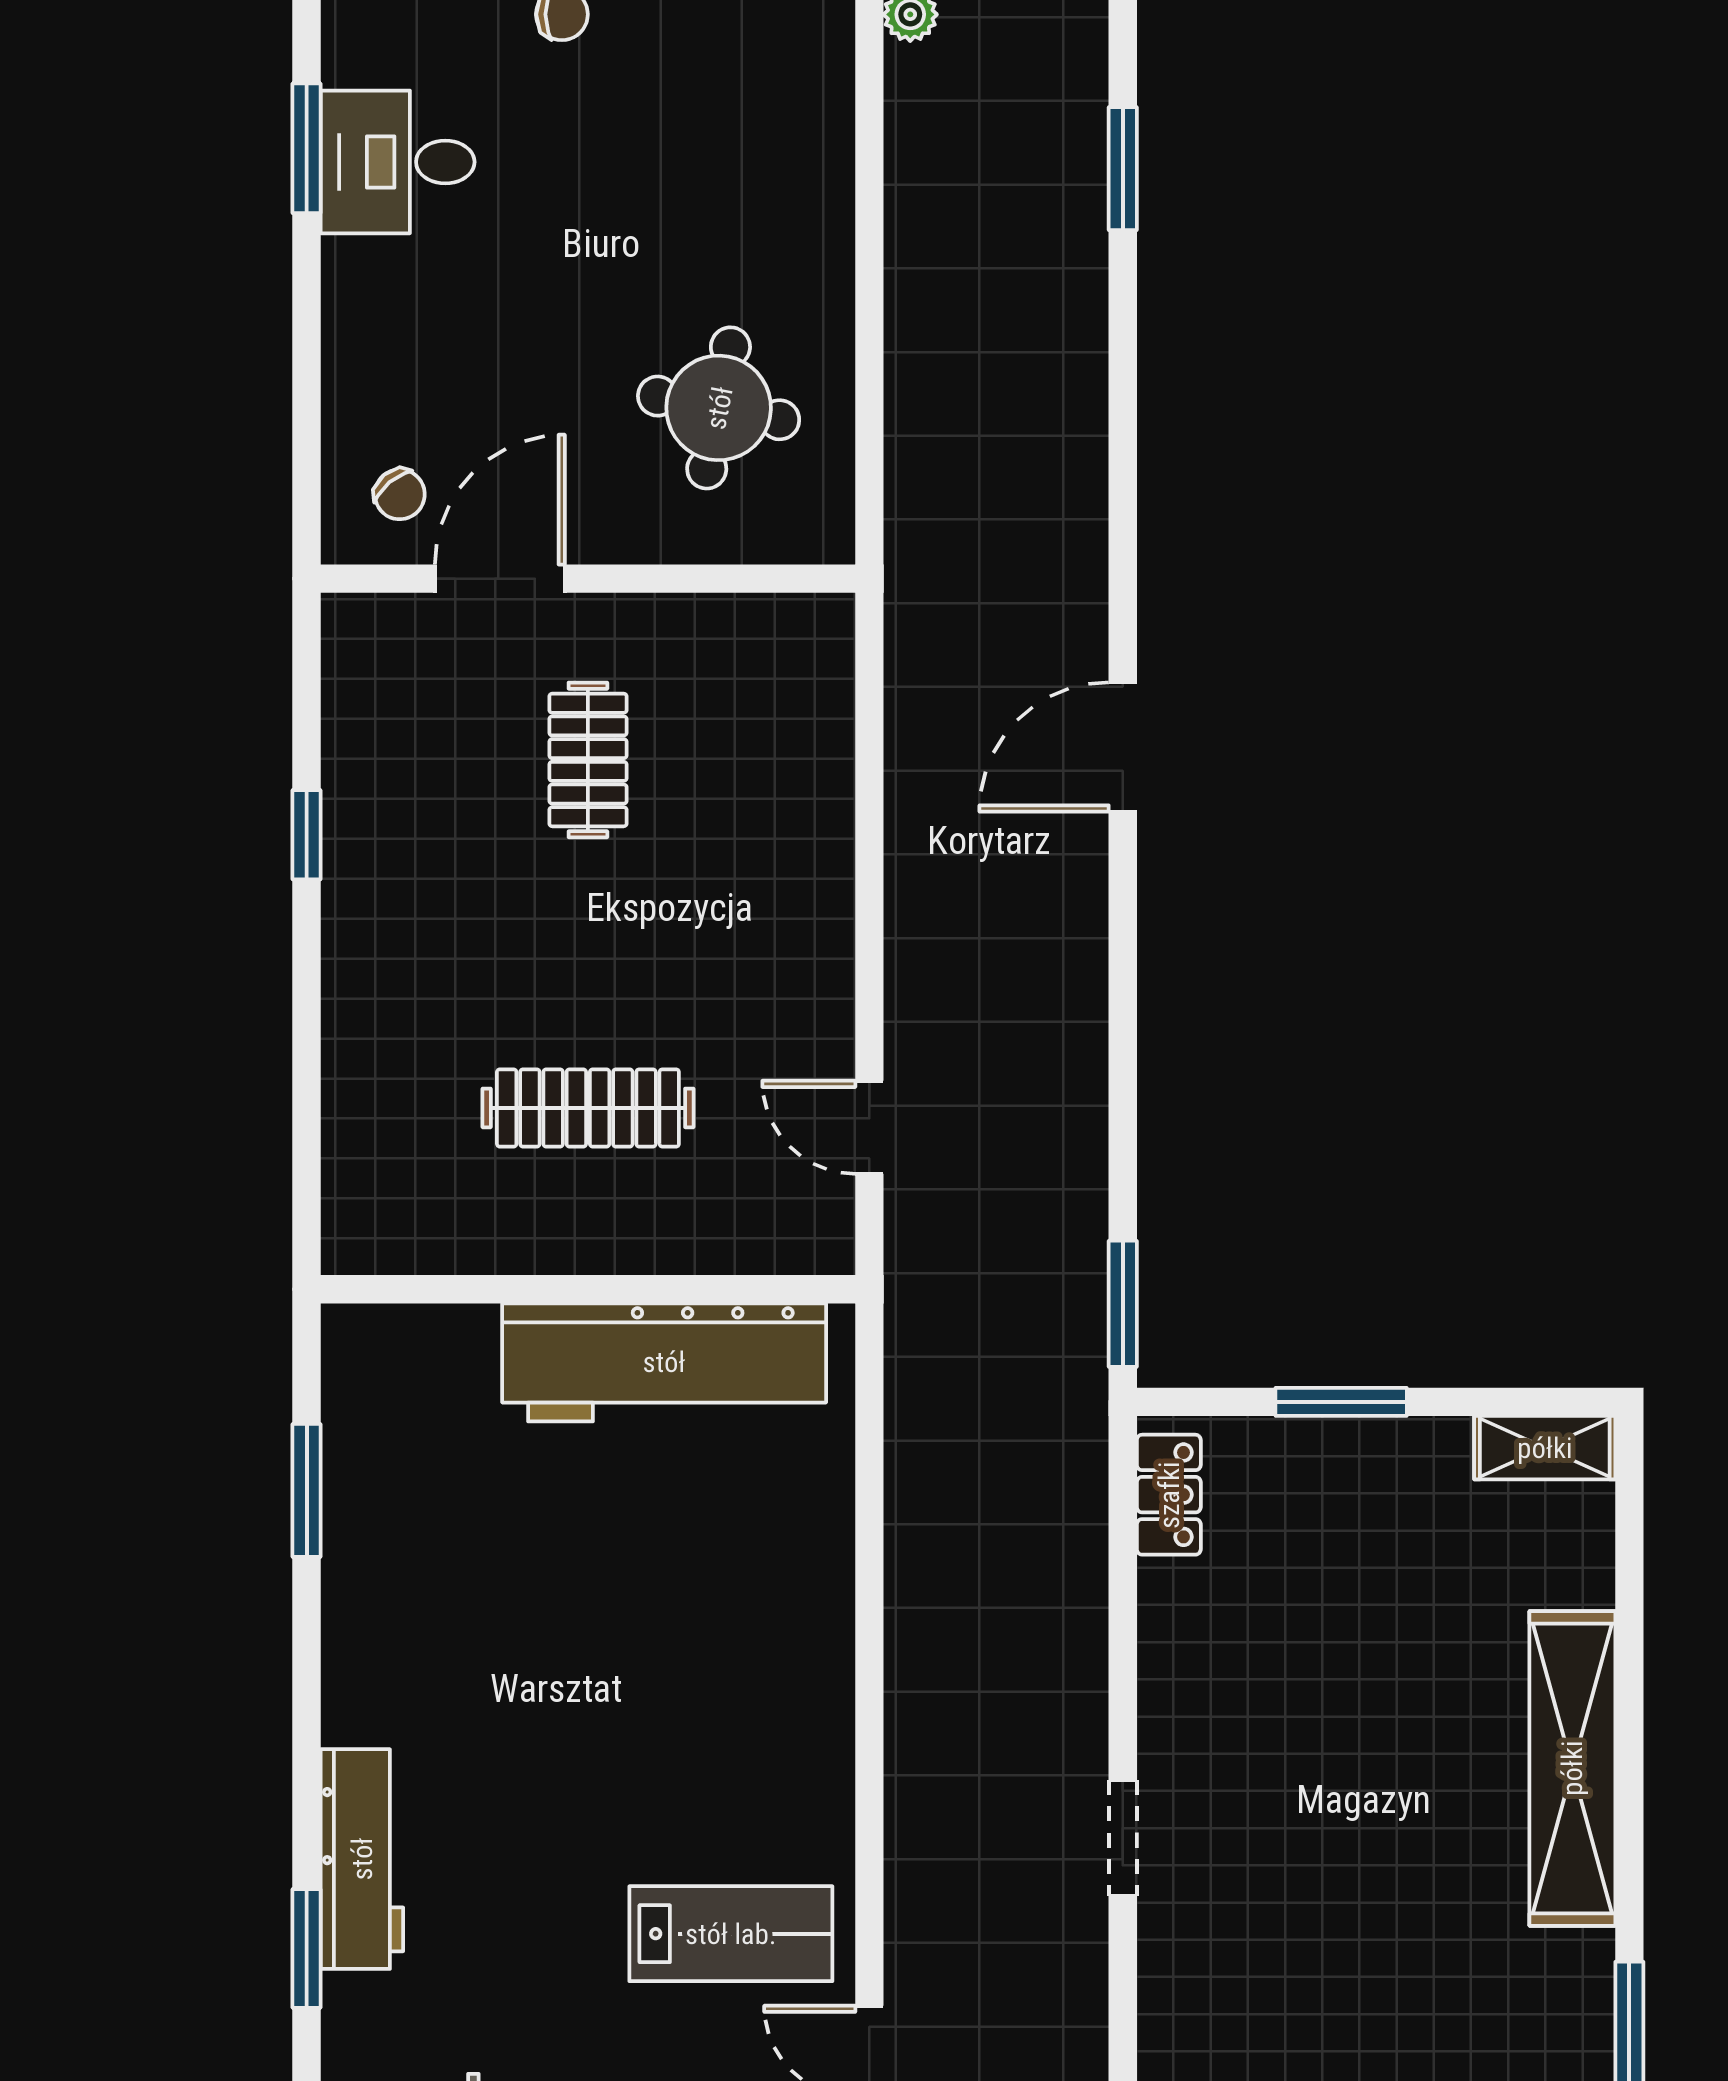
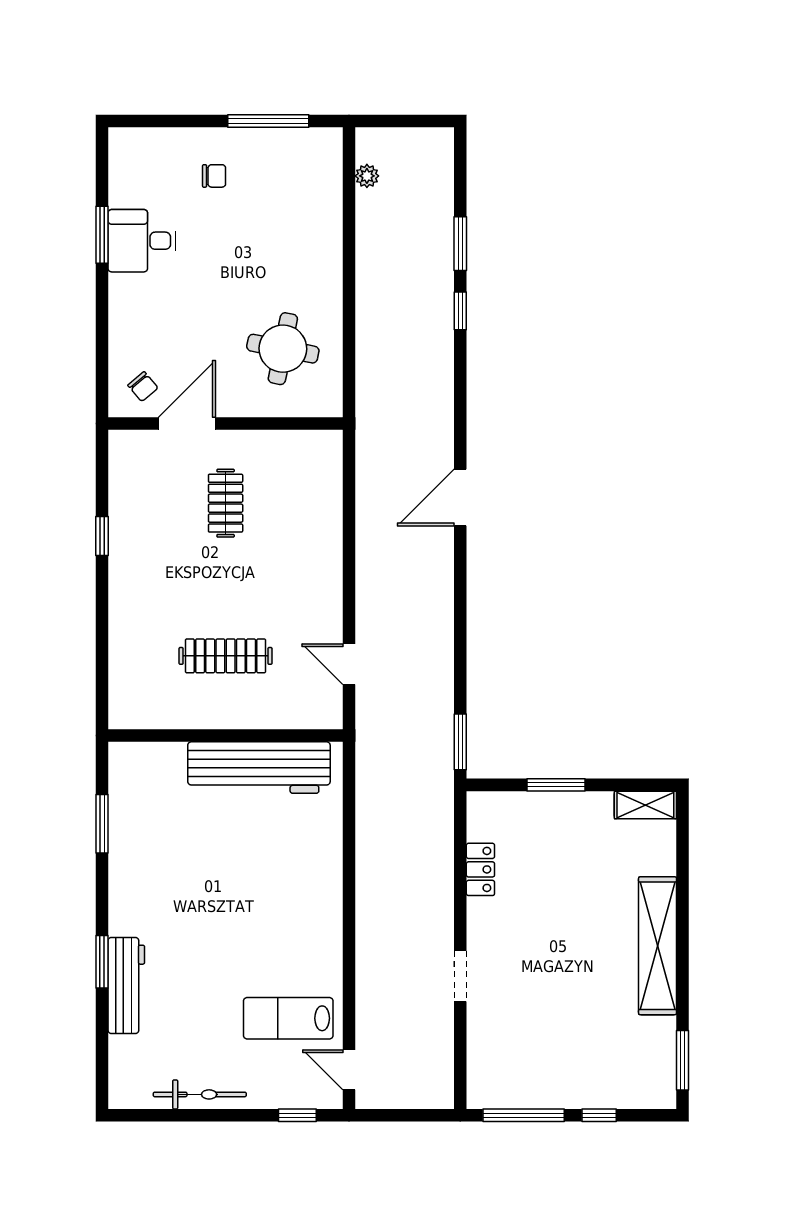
window: (1123, 322) -> (460, 311), added
locker: (1169, 1495) -> (480, 869), moved
lab bench: (731, 1934) -> (288, 1018), turned 180
window: (307, 1948) -> (102, 962), moved

